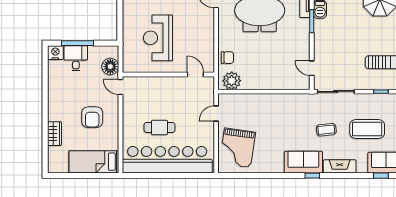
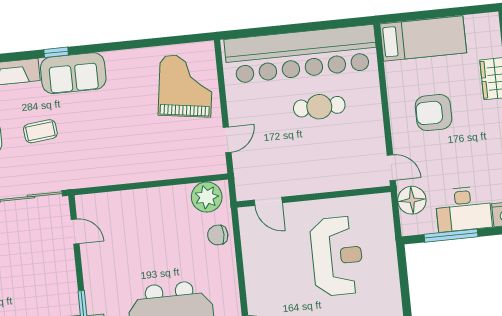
window: (78, 43) -> (451, 236), moved
desk: (76, 58) -> (464, 209), width x1.37
armchair: (92, 117) -> (433, 113), turned -90

